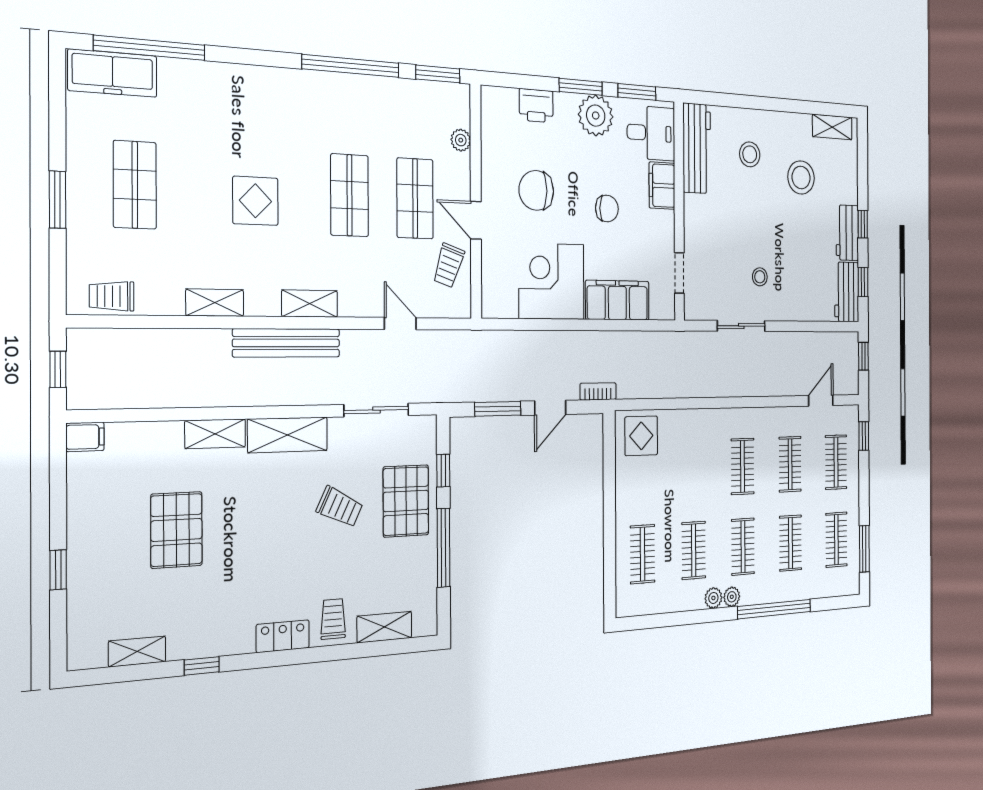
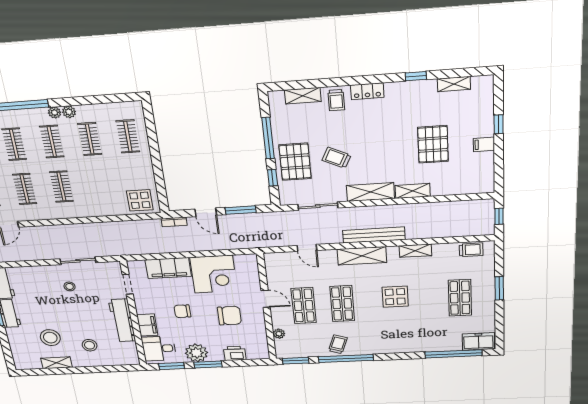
freezer: (113, 73) -> (478, 341), width x0.71
shelving: (832, 127) -> (57, 363), moved
workbench: (697, 148) -> (122, 320), moved
trolley: (449, 265) -> (338, 344), moved
shelving: (310, 304) -> (362, 256), width x1.50, depth x1.33
door: (550, 408) -> (206, 212), swing flipped
filing cabinet: (85, 437) -> (484, 144), moved

